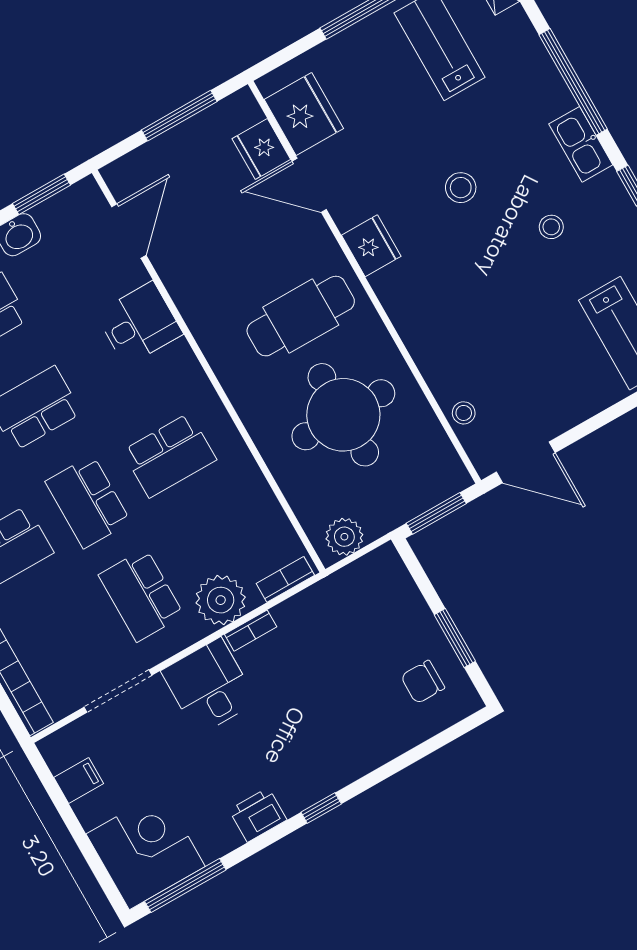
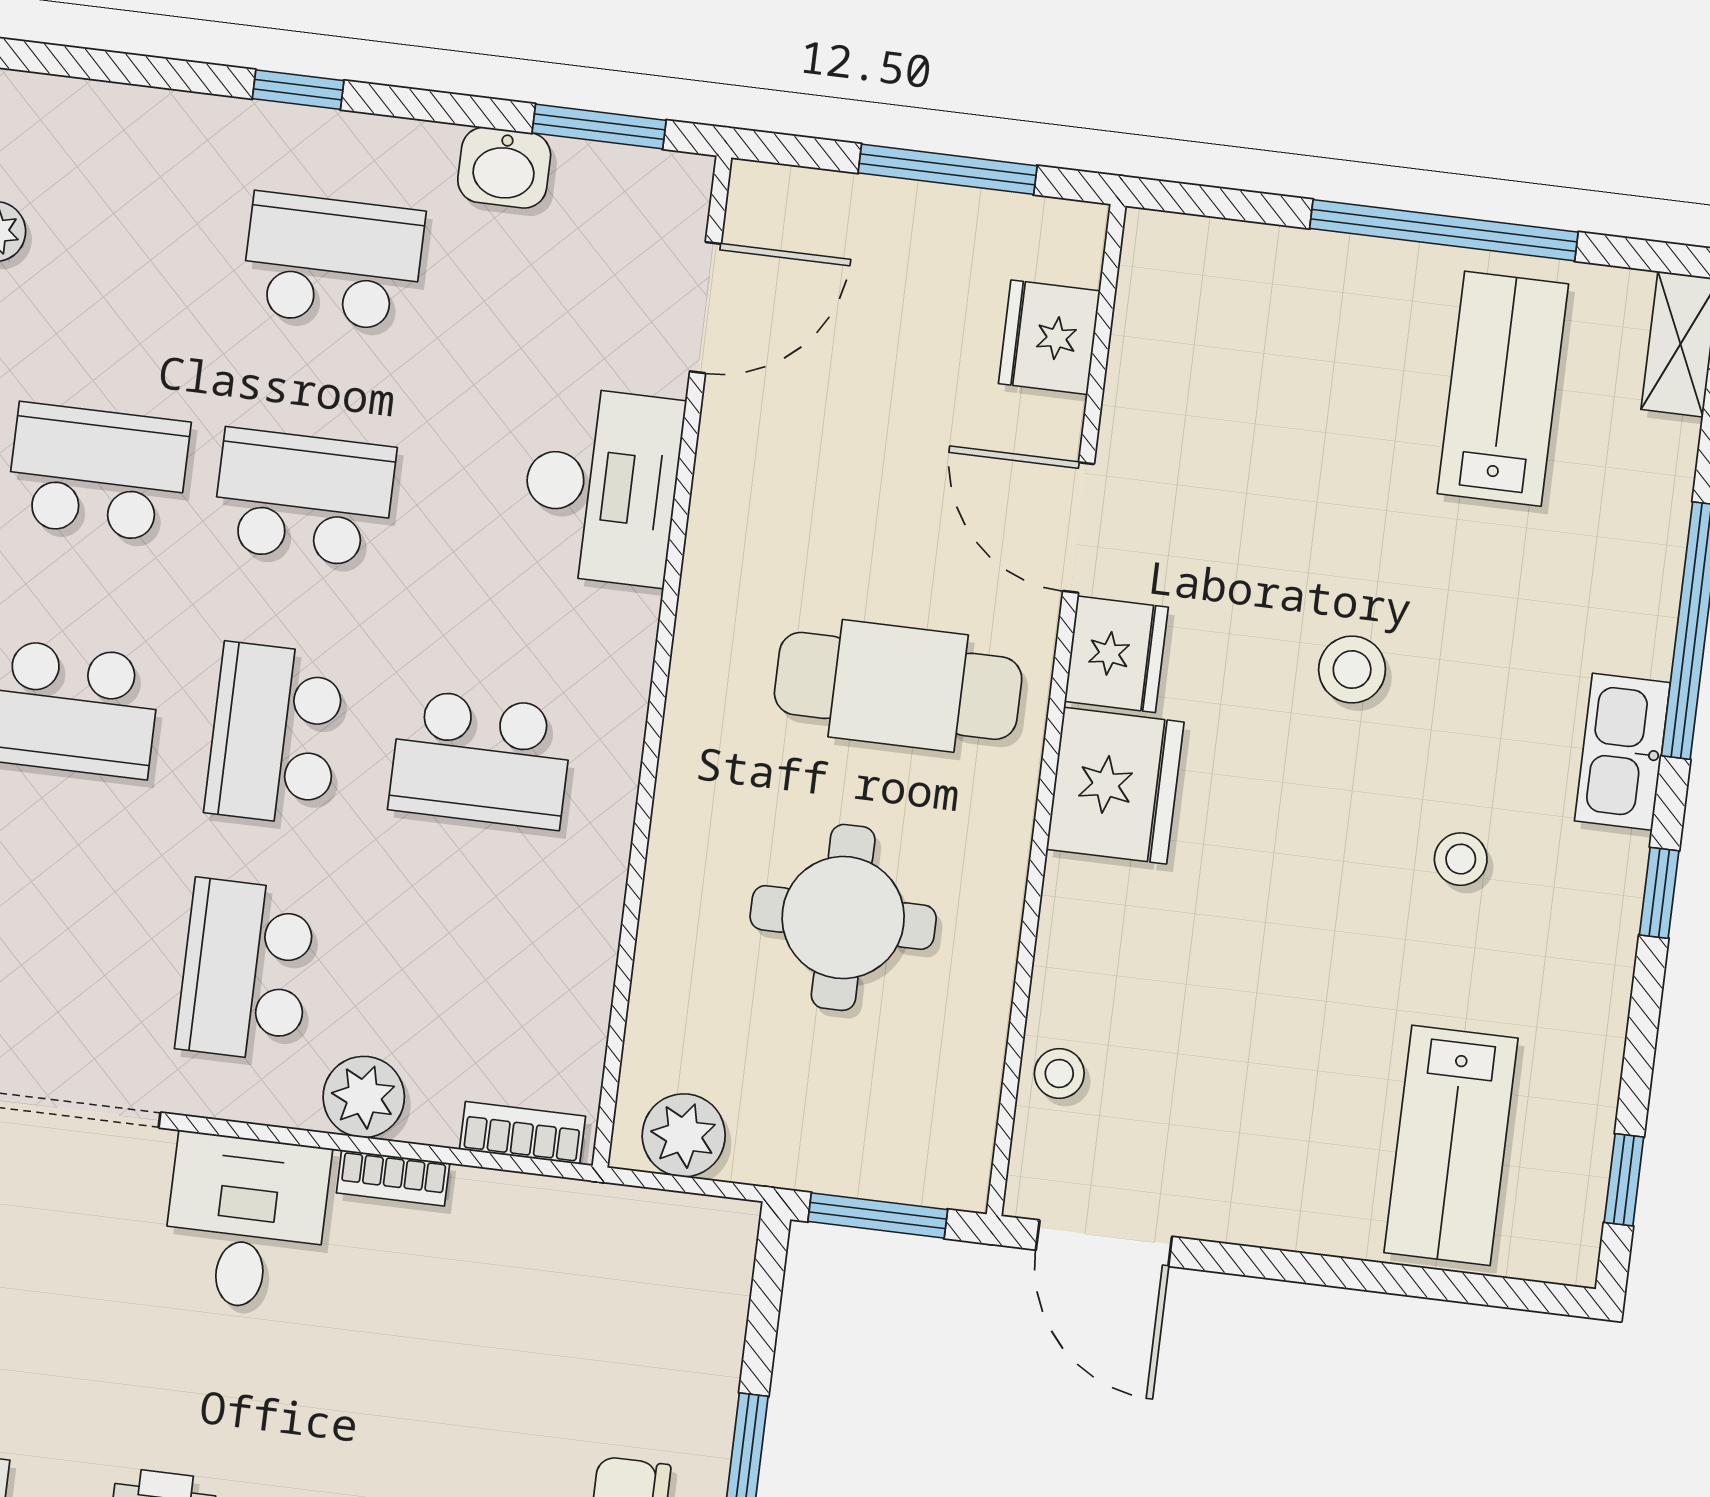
fridge: (304, 114) -> (1115, 786), moved
door: (309, 185) -> (1078, 528), moved
desk: (139, 324) -> (601, 486), width x1.37
round table: (343, 415) -> (843, 917), width x0.73, depth x0.73
plant: (221, 600) -> (364, 1097), width x0.73, depth x0.73

